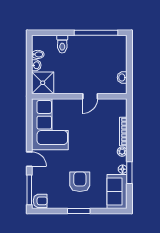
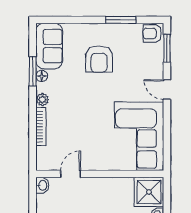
washbasin: (122, 77) -> (42, 185), moved
door: (90, 96) -> (71, 174), moved
window: (29, 190) -> (167, 48), width x0.69
window: (79, 211) -> (121, 20), moved

